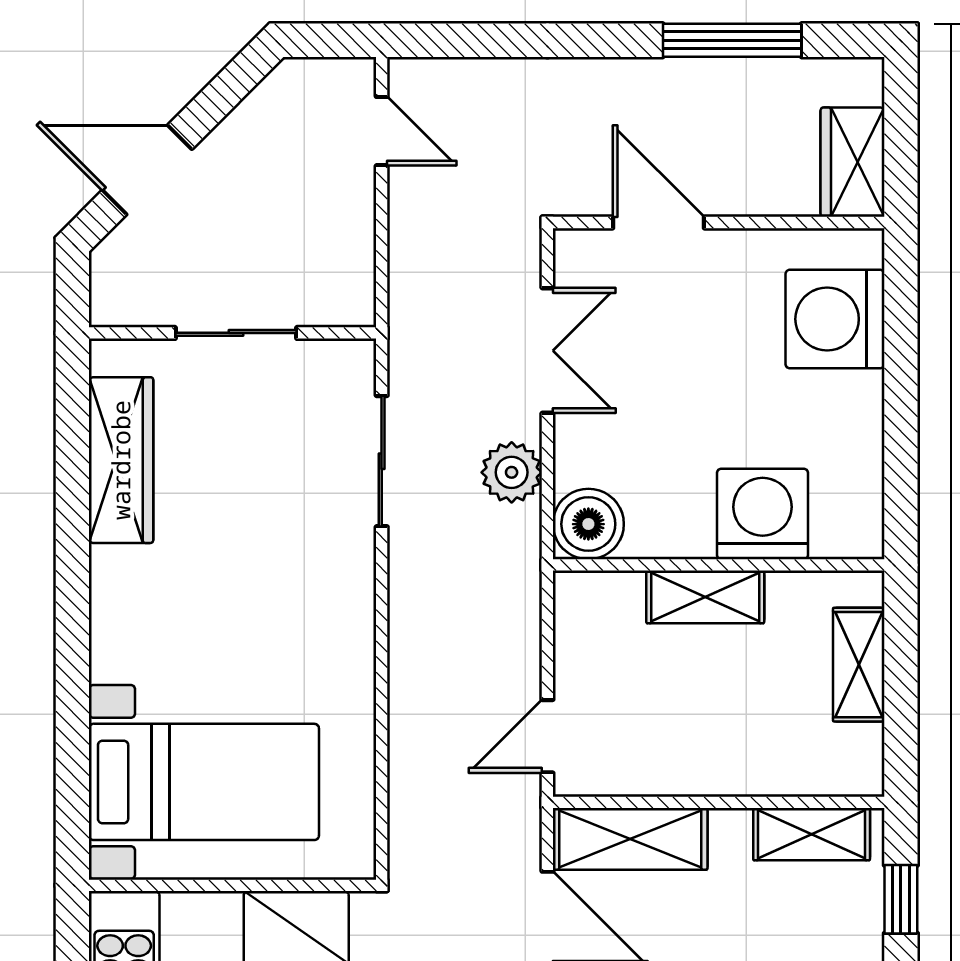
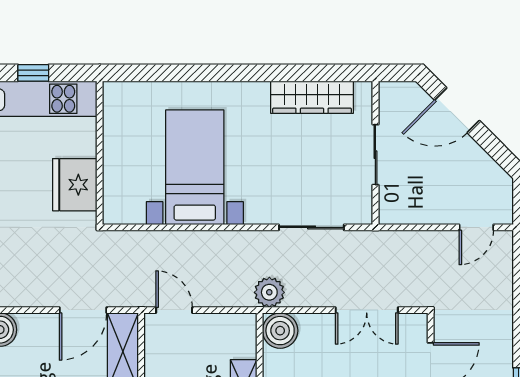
door: (147, 170) -> (457, 110), swing flipped
plant: (512, 472) -> (269, 292), moved
bed with nightstands: (204, 782) -> (195, 167), moved, turned 180

